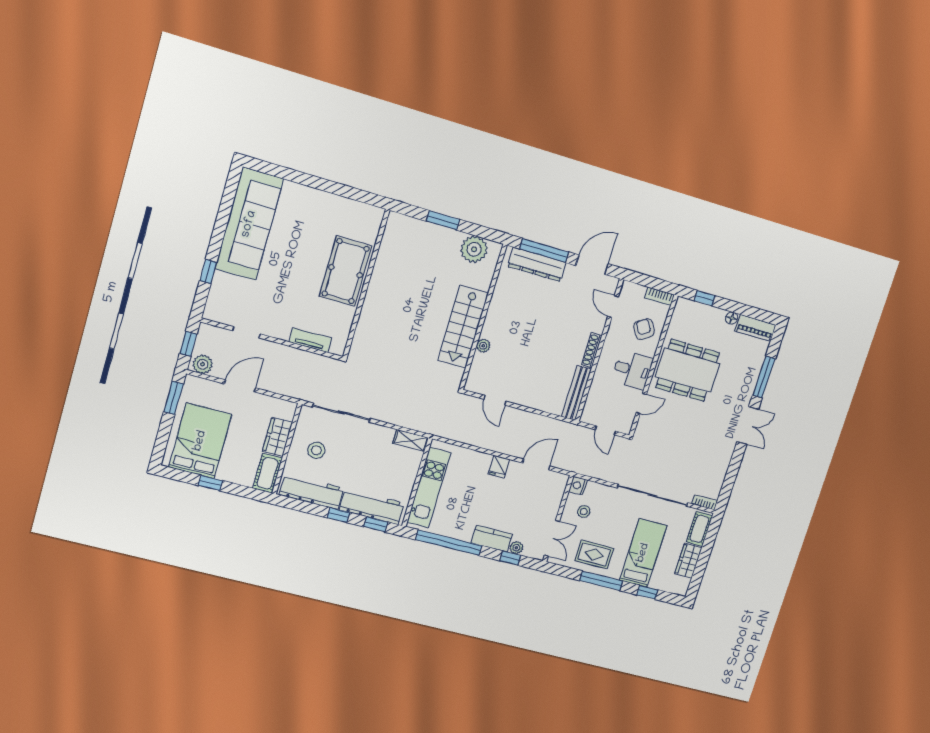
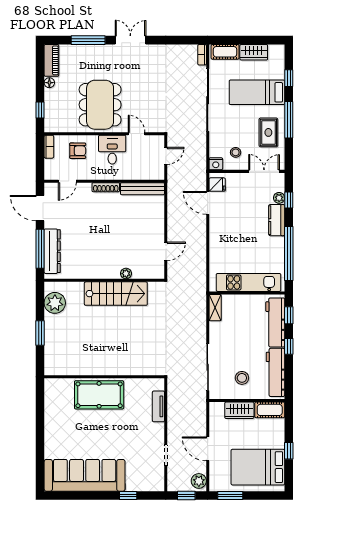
armchair: (644, 329) -> (78, 151), turned -148
fridge: (499, 466) -> (217, 185), moved

